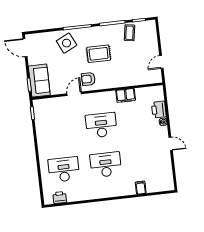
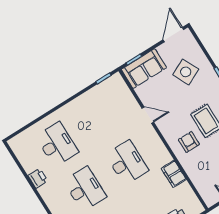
side table: (67, 43) -> (186, 72), moved
armchair: (88, 79) -> (189, 142), moved
printer: (60, 197) -> (38, 178), moved

